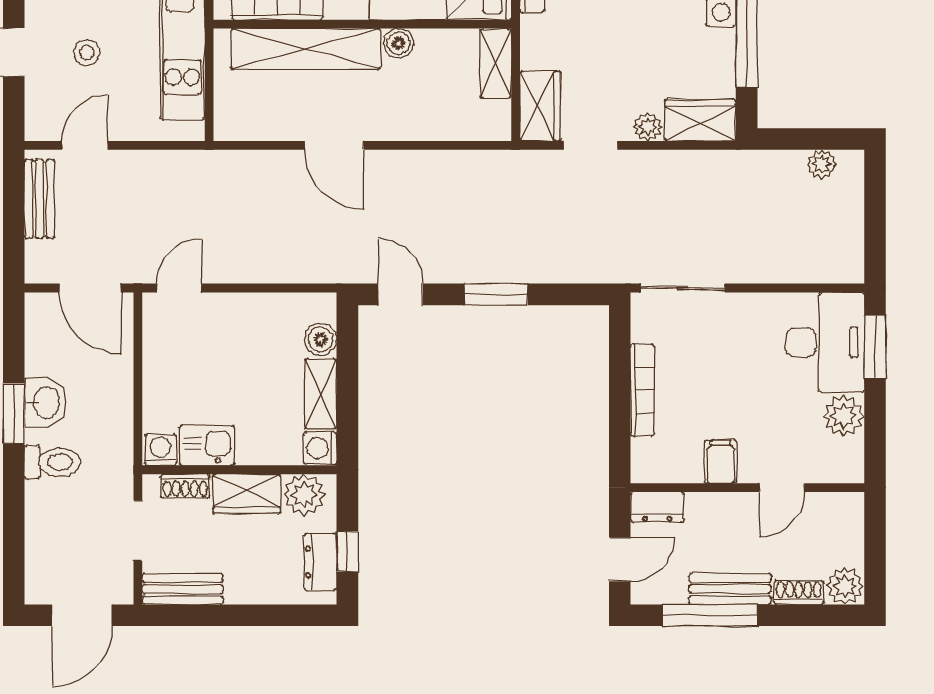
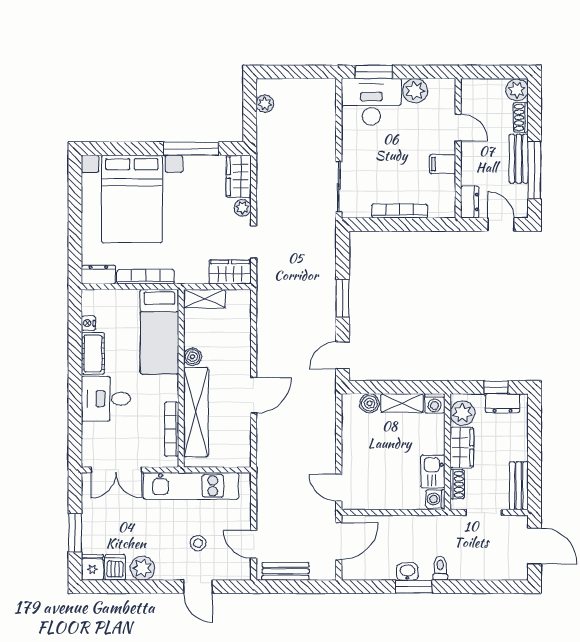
washbasin: (45, 403) -> (407, 572), width x0.72, depth x0.69
toilet: (52, 462) -> (440, 568), width x0.73, depth x0.72

